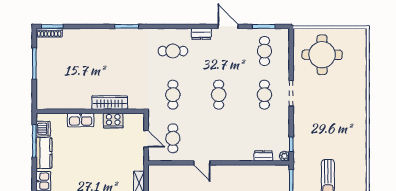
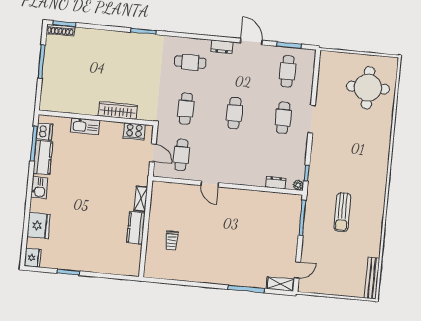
round table: (322, 55) -> (368, 88), moved
cooker: (113, 121) -> (134, 131), moved

